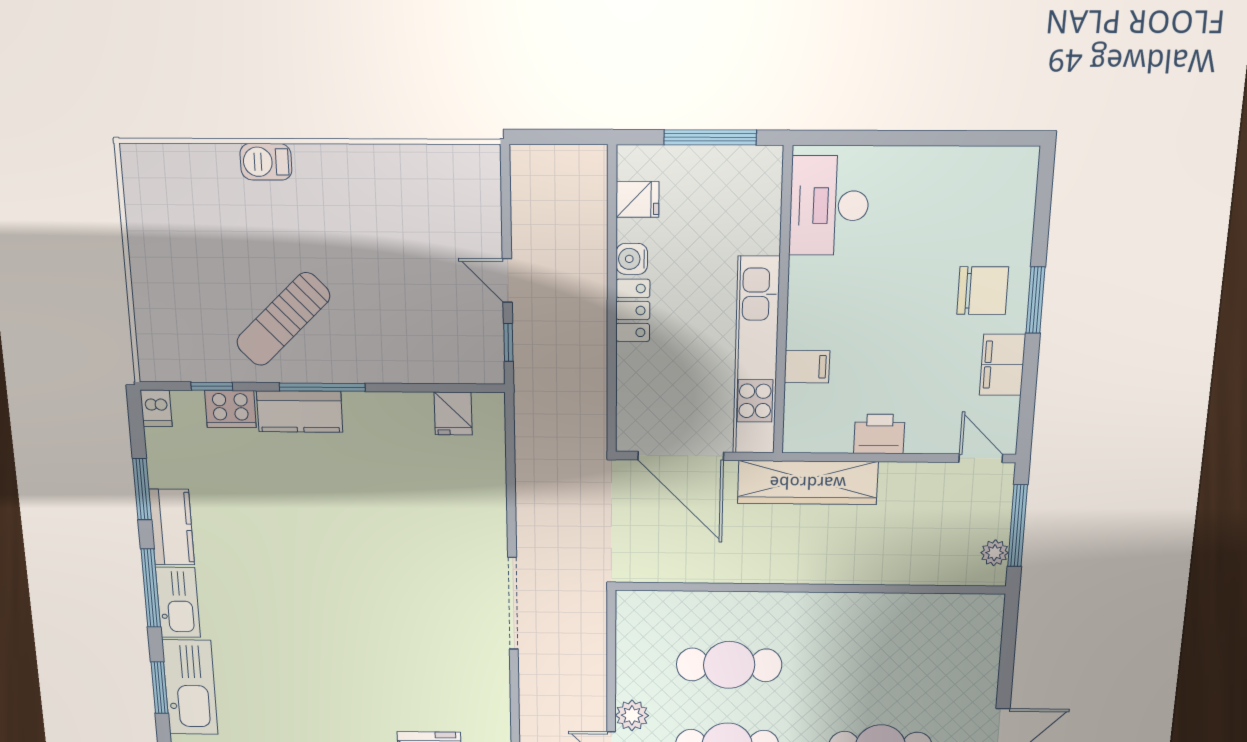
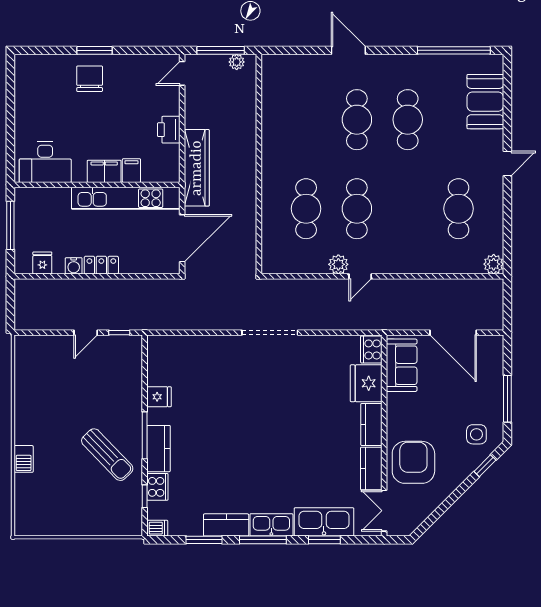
filing cabinet: (1002, 365) -> (104, 171), moved, turned 180
fridge: (453, 414) -> (159, 397), moved

